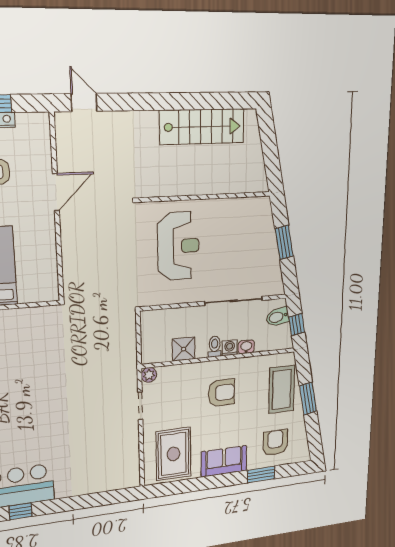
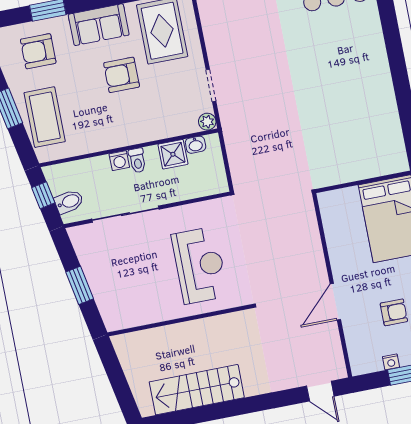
reception desk: (178, 246) -> (200, 265), turned 180
washbasin: (246, 347) -> (196, 145), moved
armchair: (221, 393) -> (122, 75), moved
armchair: (275, 443) -> (38, 51), turned 90

